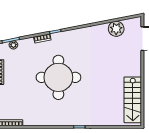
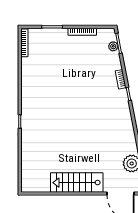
round table: (58, 77) -> (76, 98), removed
stairs: (133, 100) -> (77, 183), moved

